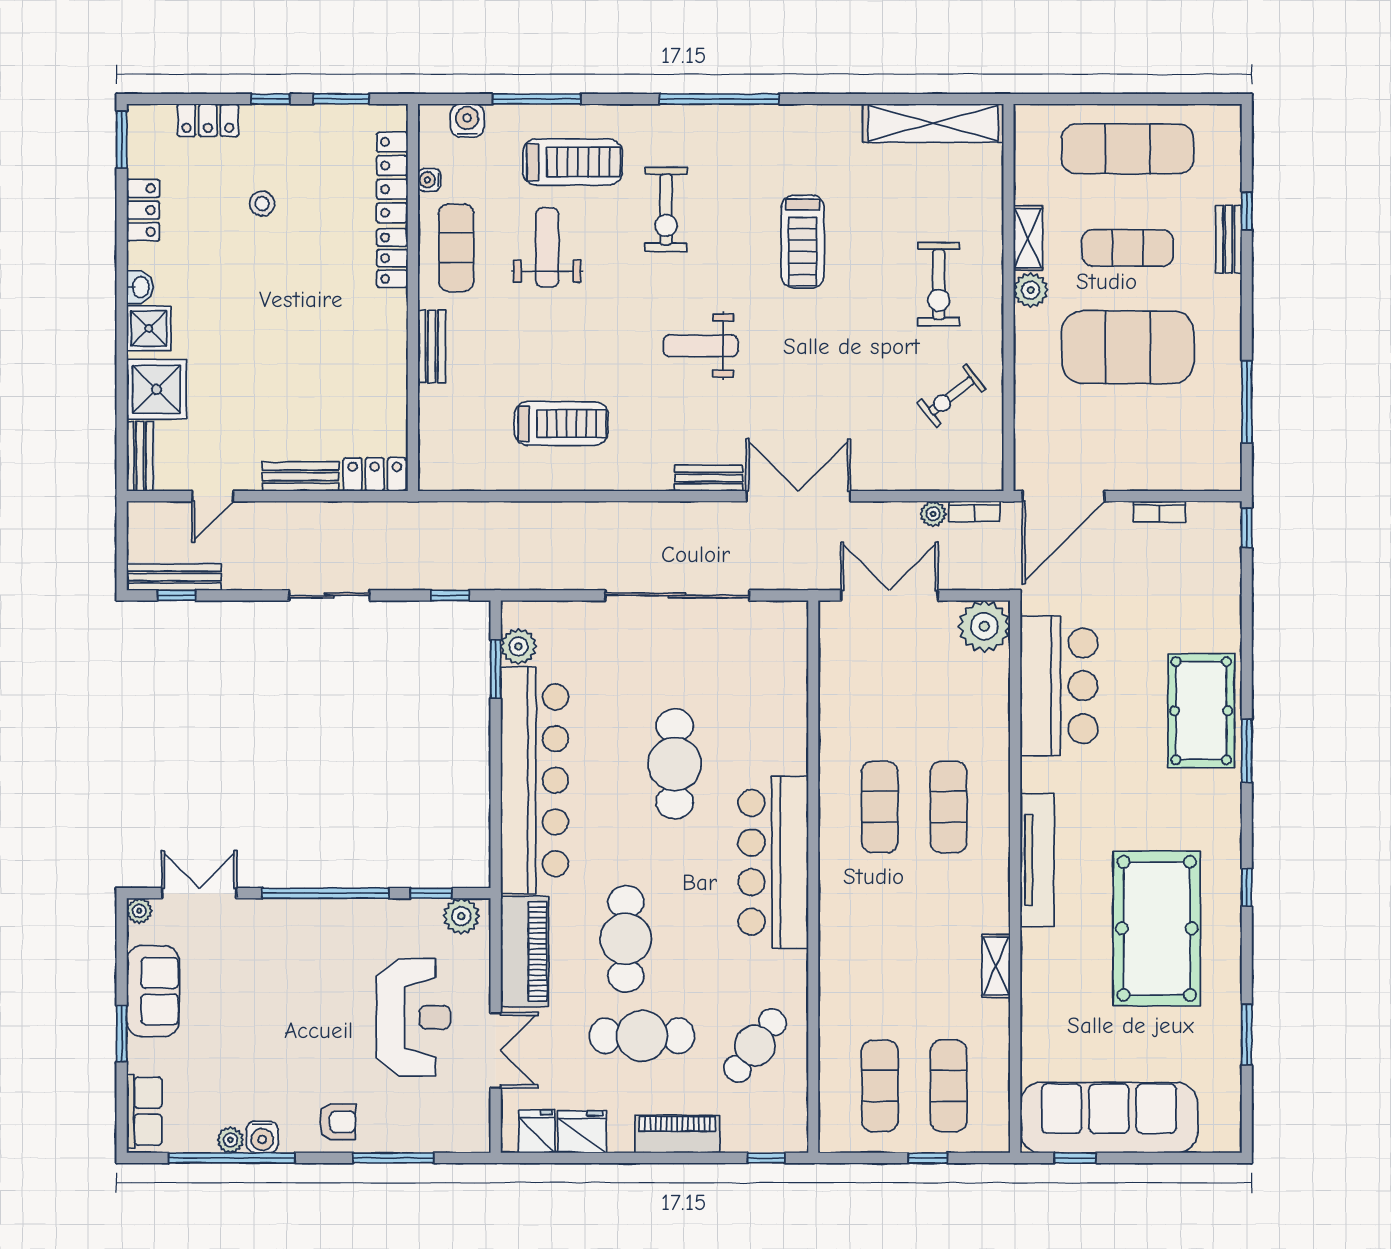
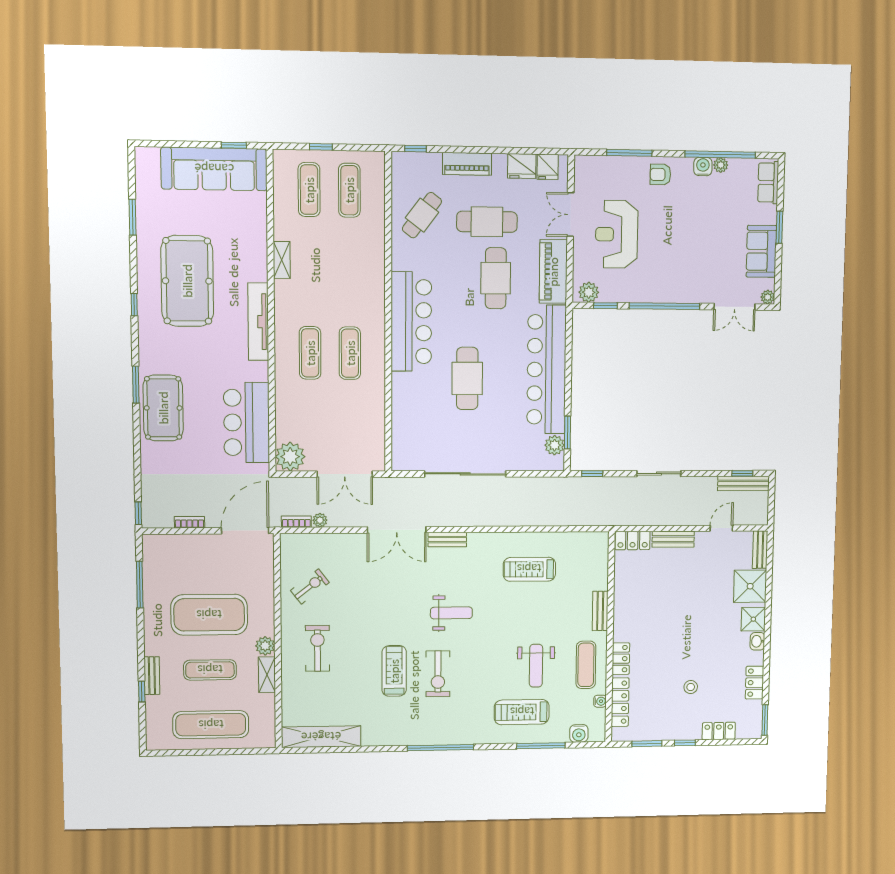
exercise bike: (666, 210) -> (438, 674), moved, turned 180

